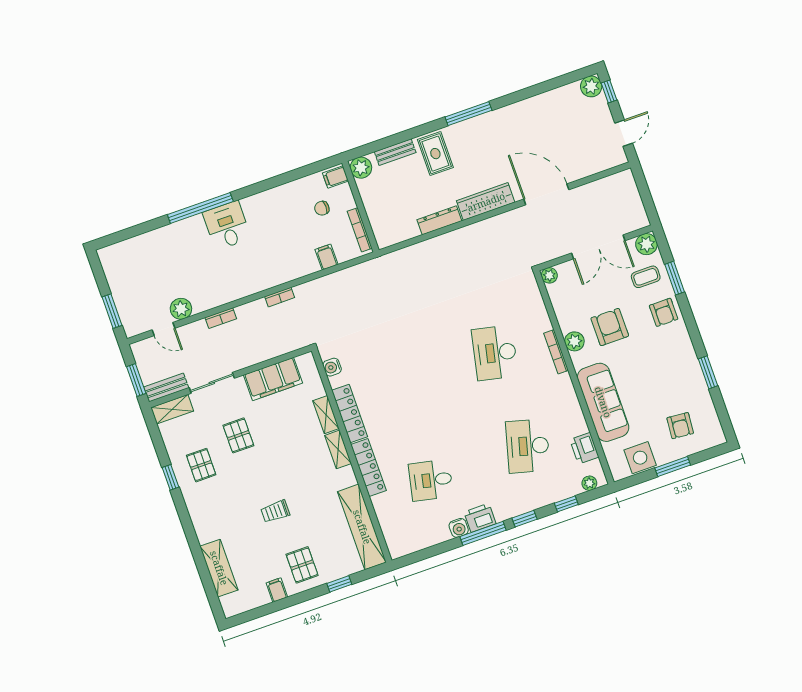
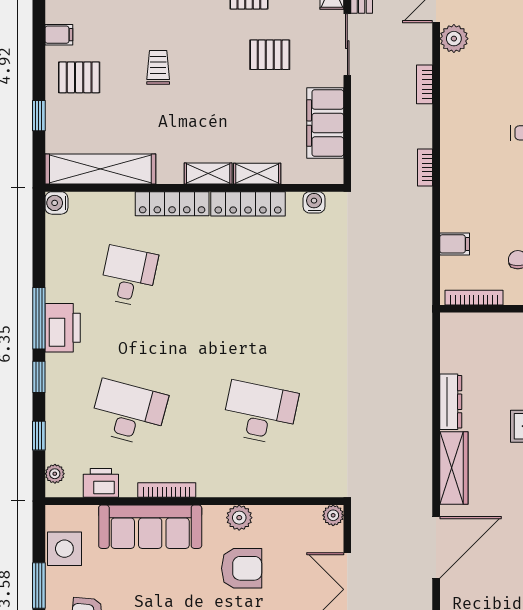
bookcase: (556, 352) -> (167, 490), moved
printer: (480, 518) -> (63, 328), width x1.37, depth x1.19
water cooler: (459, 528) -> (56, 203), moved

